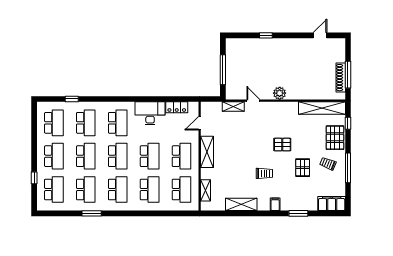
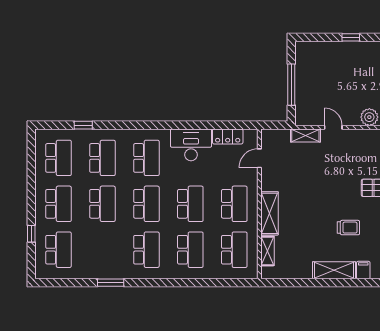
shelving: (207, 152) -> (269, 213), moved
school desk: (86, 189) -> (102, 250), removed
shelving: (241, 204) -> (334, 270), moved

